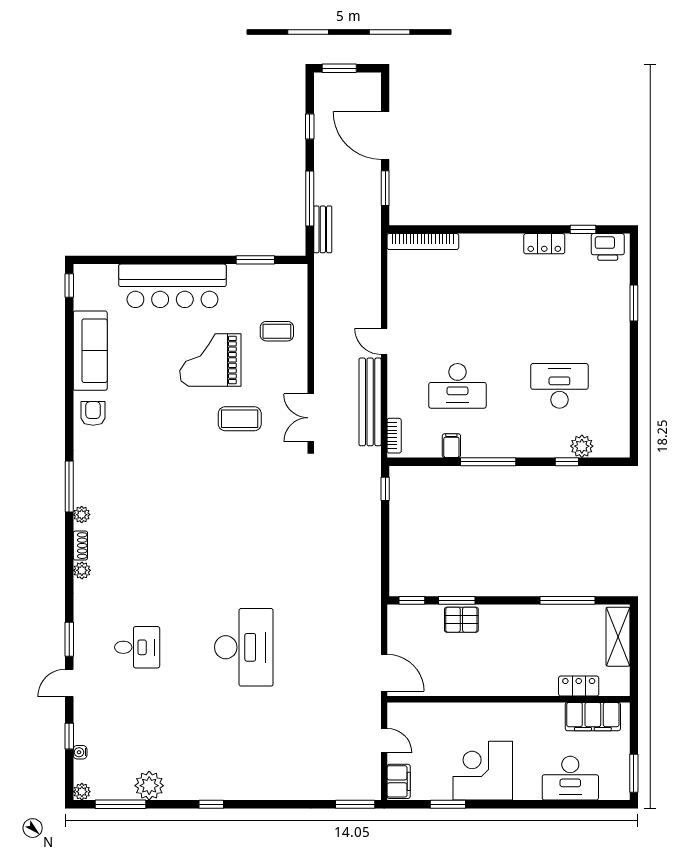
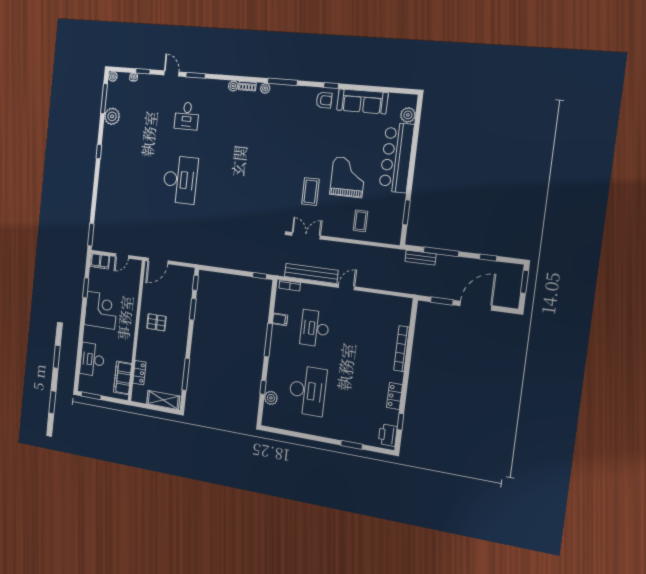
bookcase: (423, 242) -> (402, 349), moved
plant: (105, 276) -> (408, 115), added
window: (69, 285) -> (331, 86), moved
desk: (559, 386) -> (307, 391), width x1.36, depth x1.30
pallet: (461, 620) -> (156, 322), moved, turned 90
desk: (244, 647) -> (180, 180), turned -90

